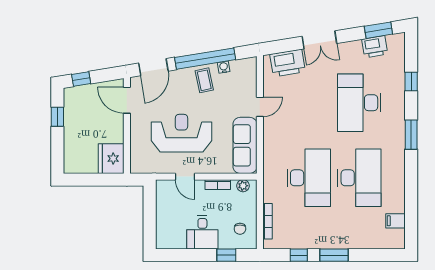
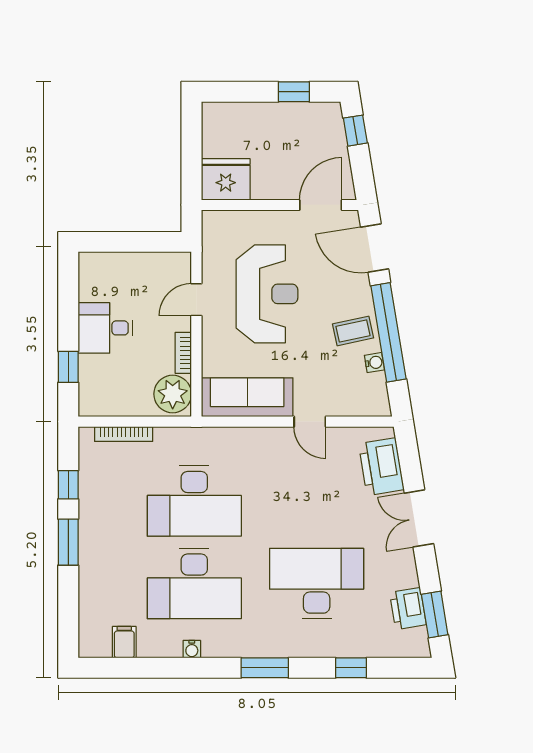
water cooler: (400, 179) -> (192, 649), added
plant: (243, 186) -> (173, 394), width x1.87, depth x1.87
chair: (240, 229) -> (111, 389), removed

